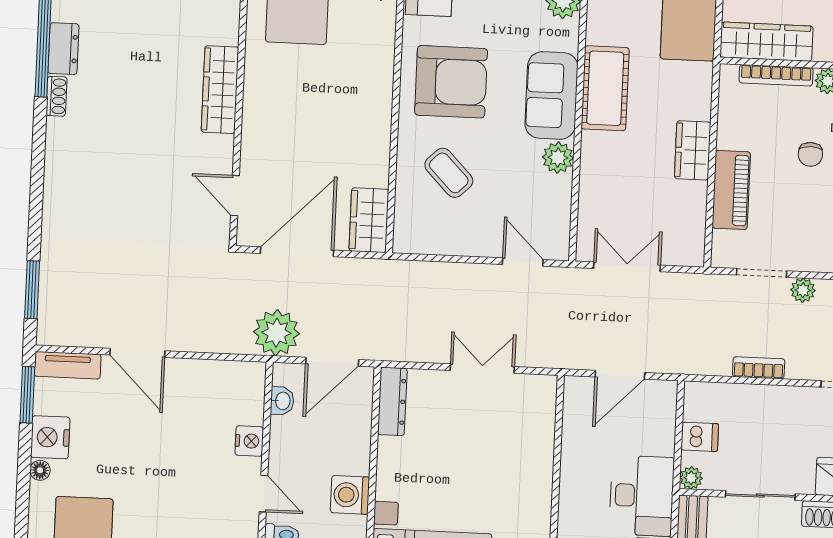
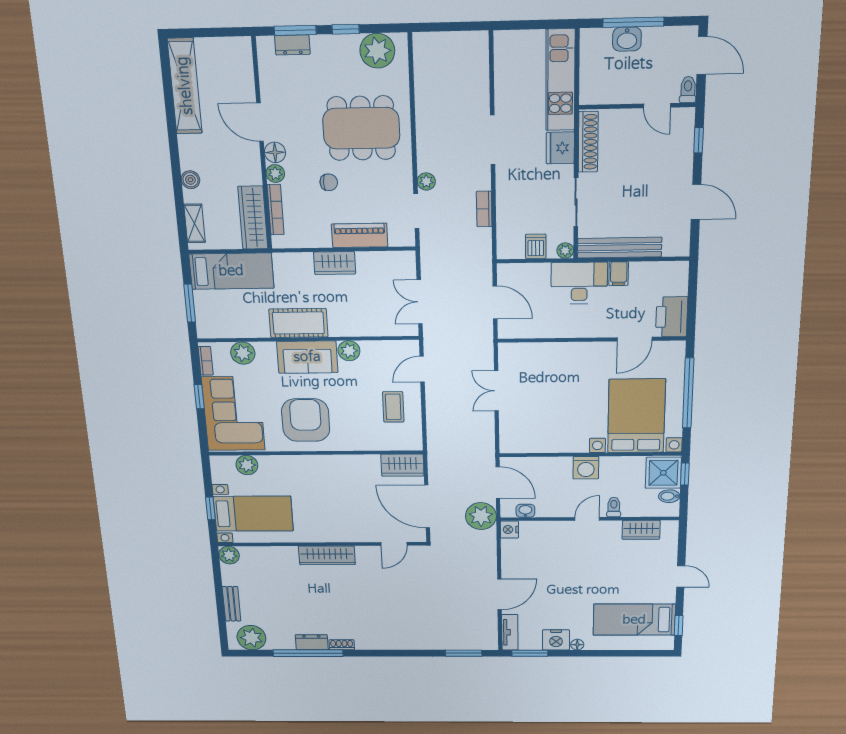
coffee table: (449, 173) -> (393, 407), moved, turned -46
dresser: (392, 401) -> (522, 445), removed
nightstand: (249, 441) -> (509, 530), moved, turned -90

